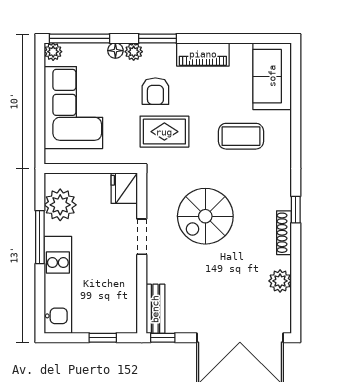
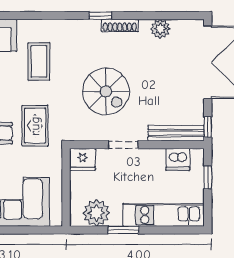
window: (40, 237) -> (123, 230), width x0.69
dishwasher: (124, 302) -> (178, 159), added
bench: (155, 309) -> (176, 133), width x1.36

